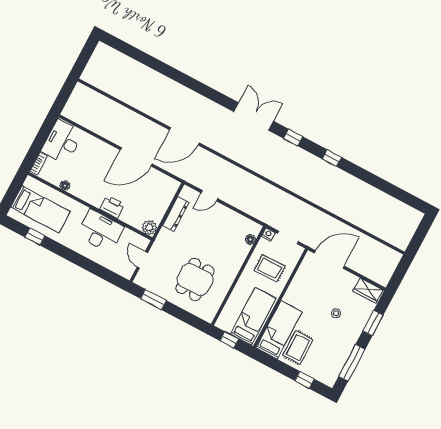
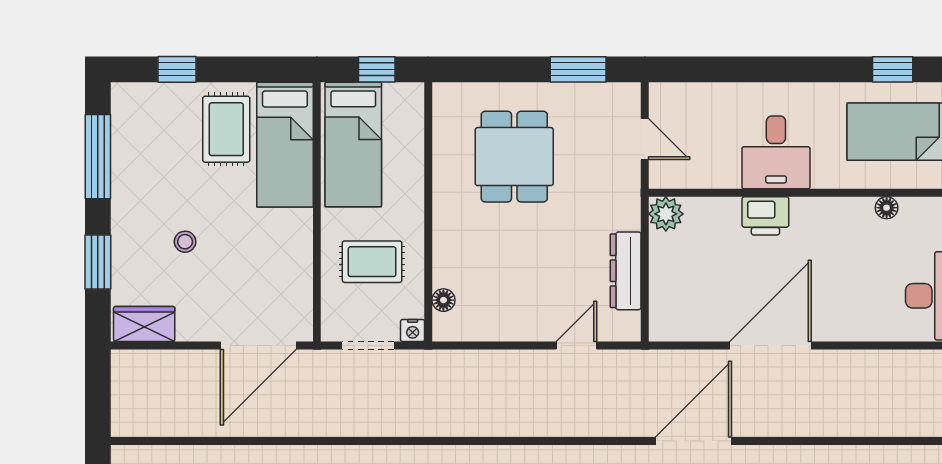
desk: (100, 231) -> (776, 152), width x0.73

